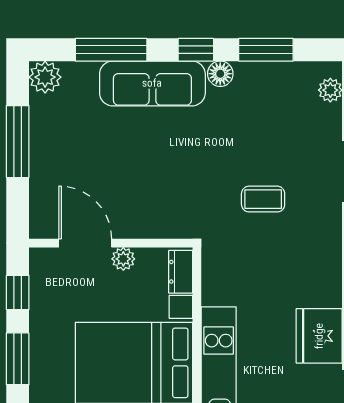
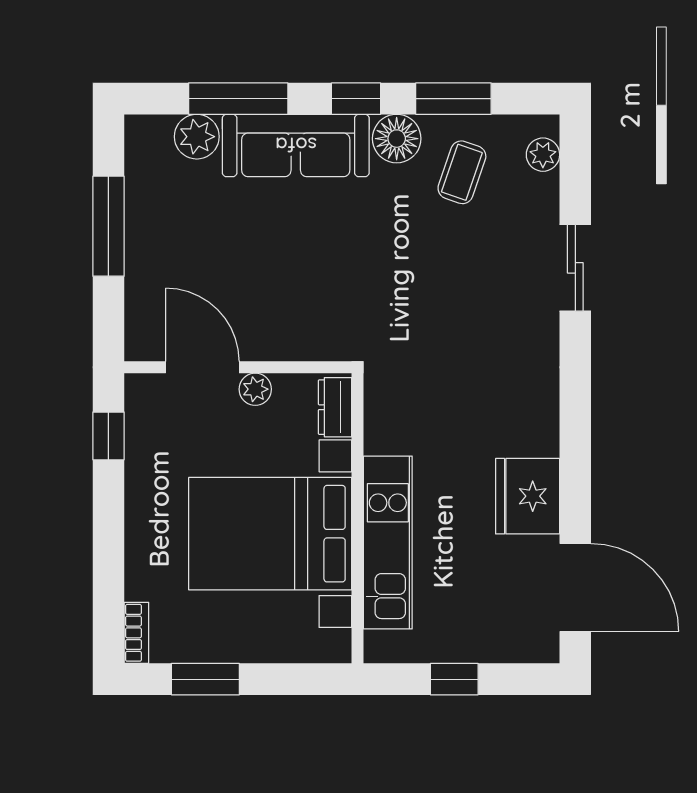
floor lamp: (220, 74) -> (397, 139), width x1.38, depth x1.38
plant: (45, 77) -> (197, 137), moved
coffee table: (263, 199) -> (462, 172), moved, turned -71
window: (18, 359) -> (108, 528), removed

